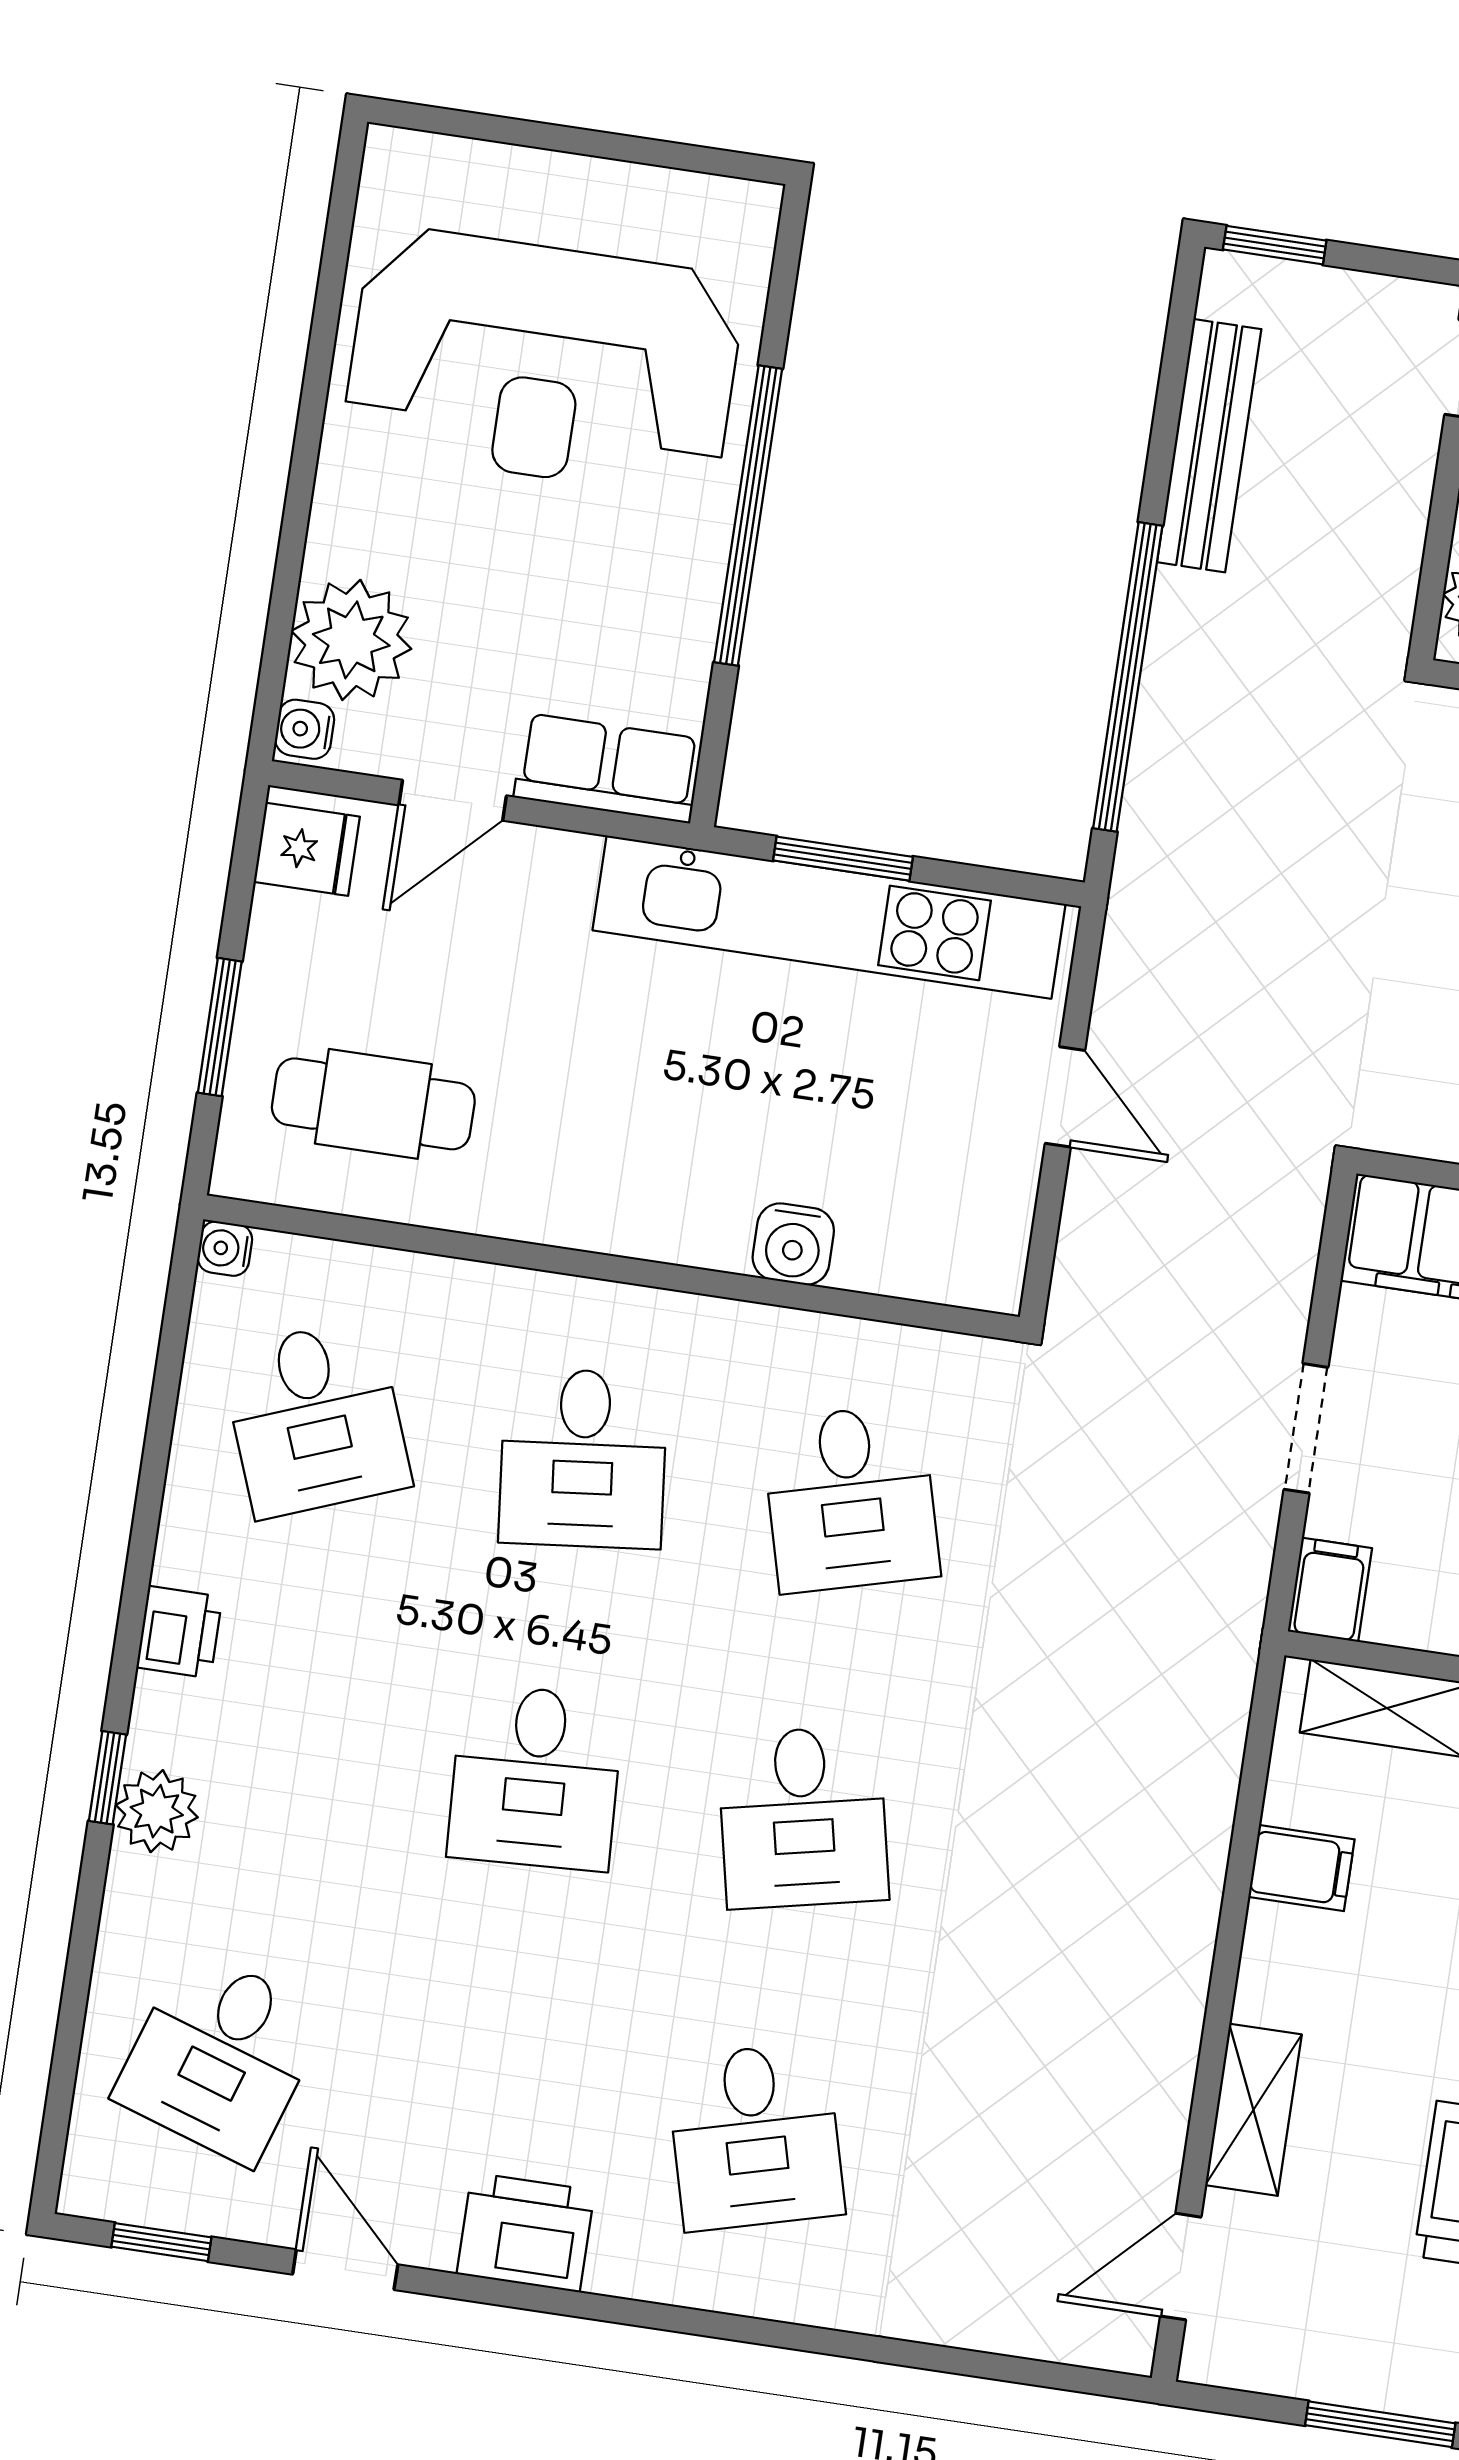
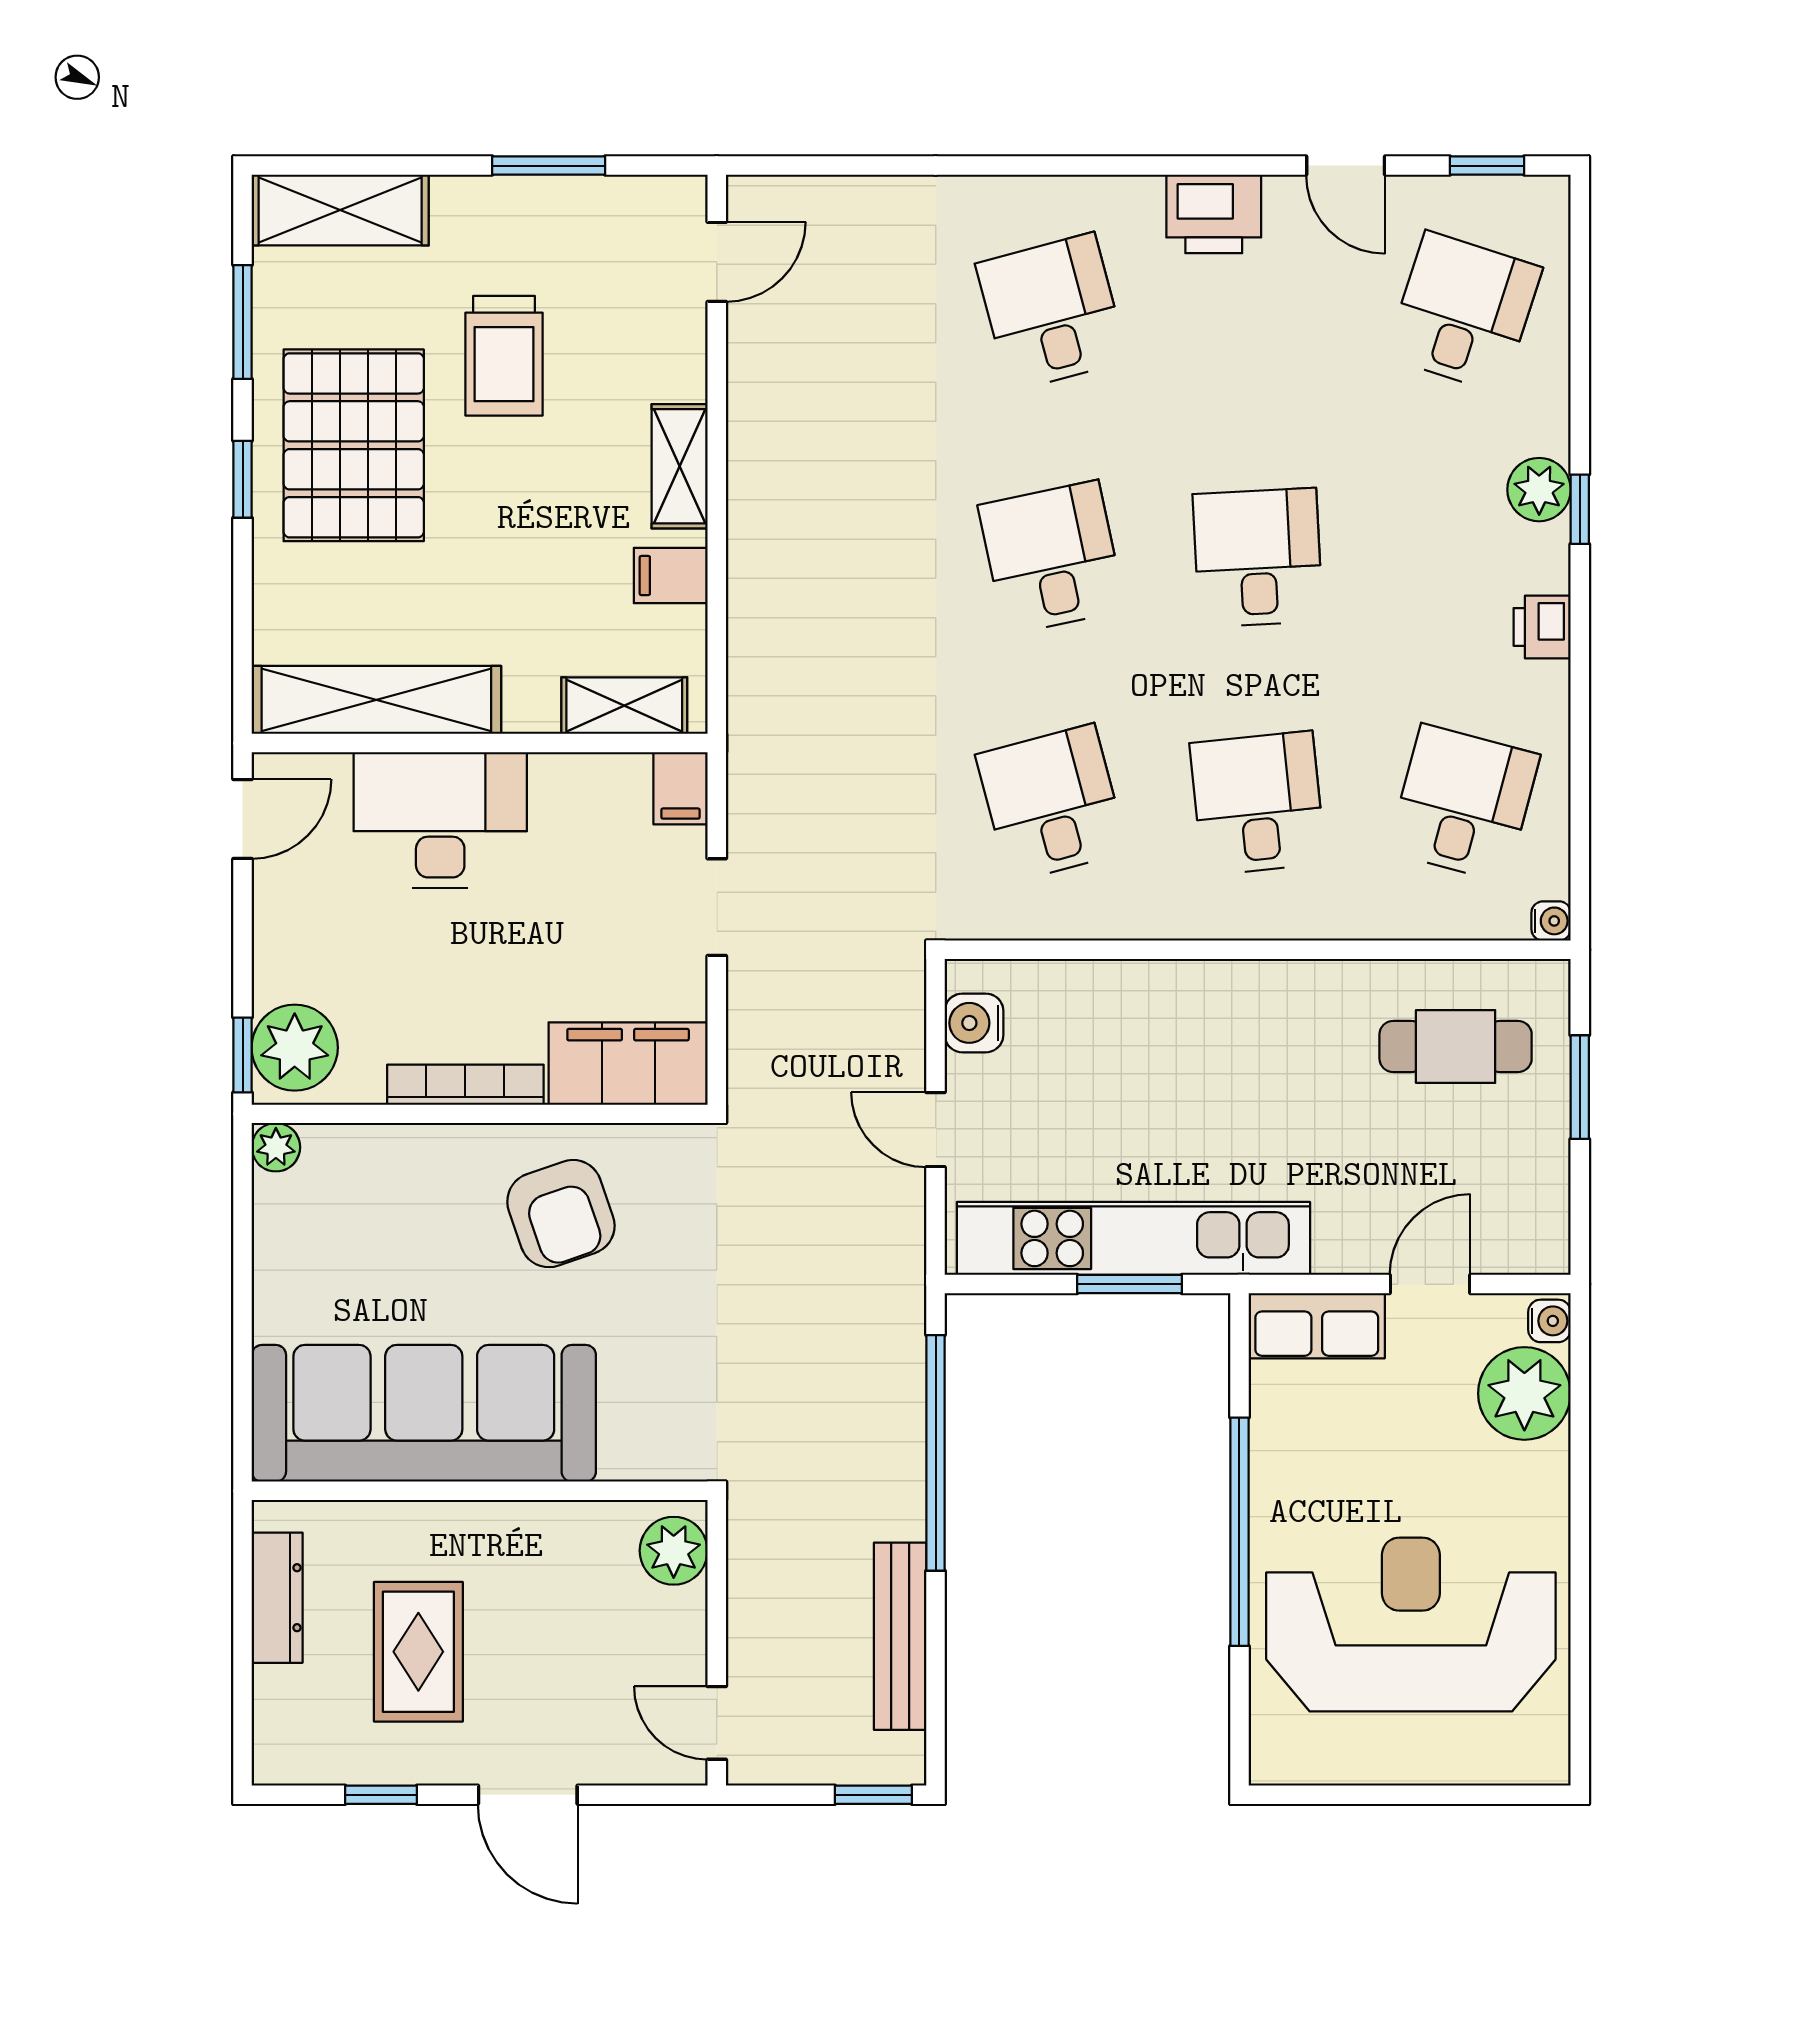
fridge: (307, 849) -> (1534, 1231), removed
water cooler: (793, 1244) -> (974, 1023), moved, turned -90
desk: (316, 1418) -> (1464, 803), turned 36
shelving: (1253, 2110) -> (680, 466), moved

